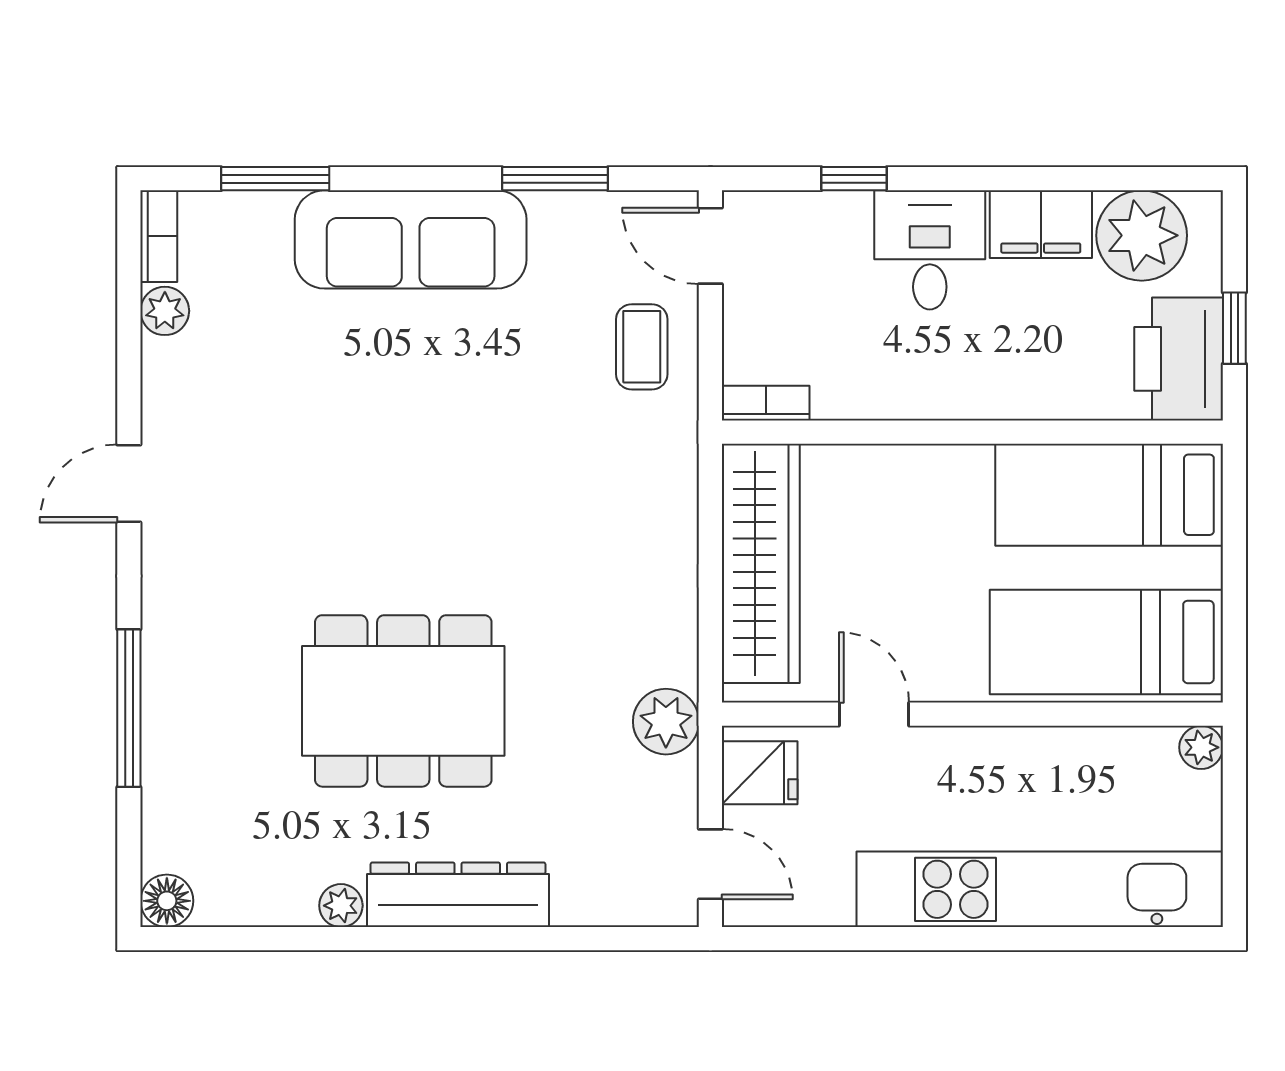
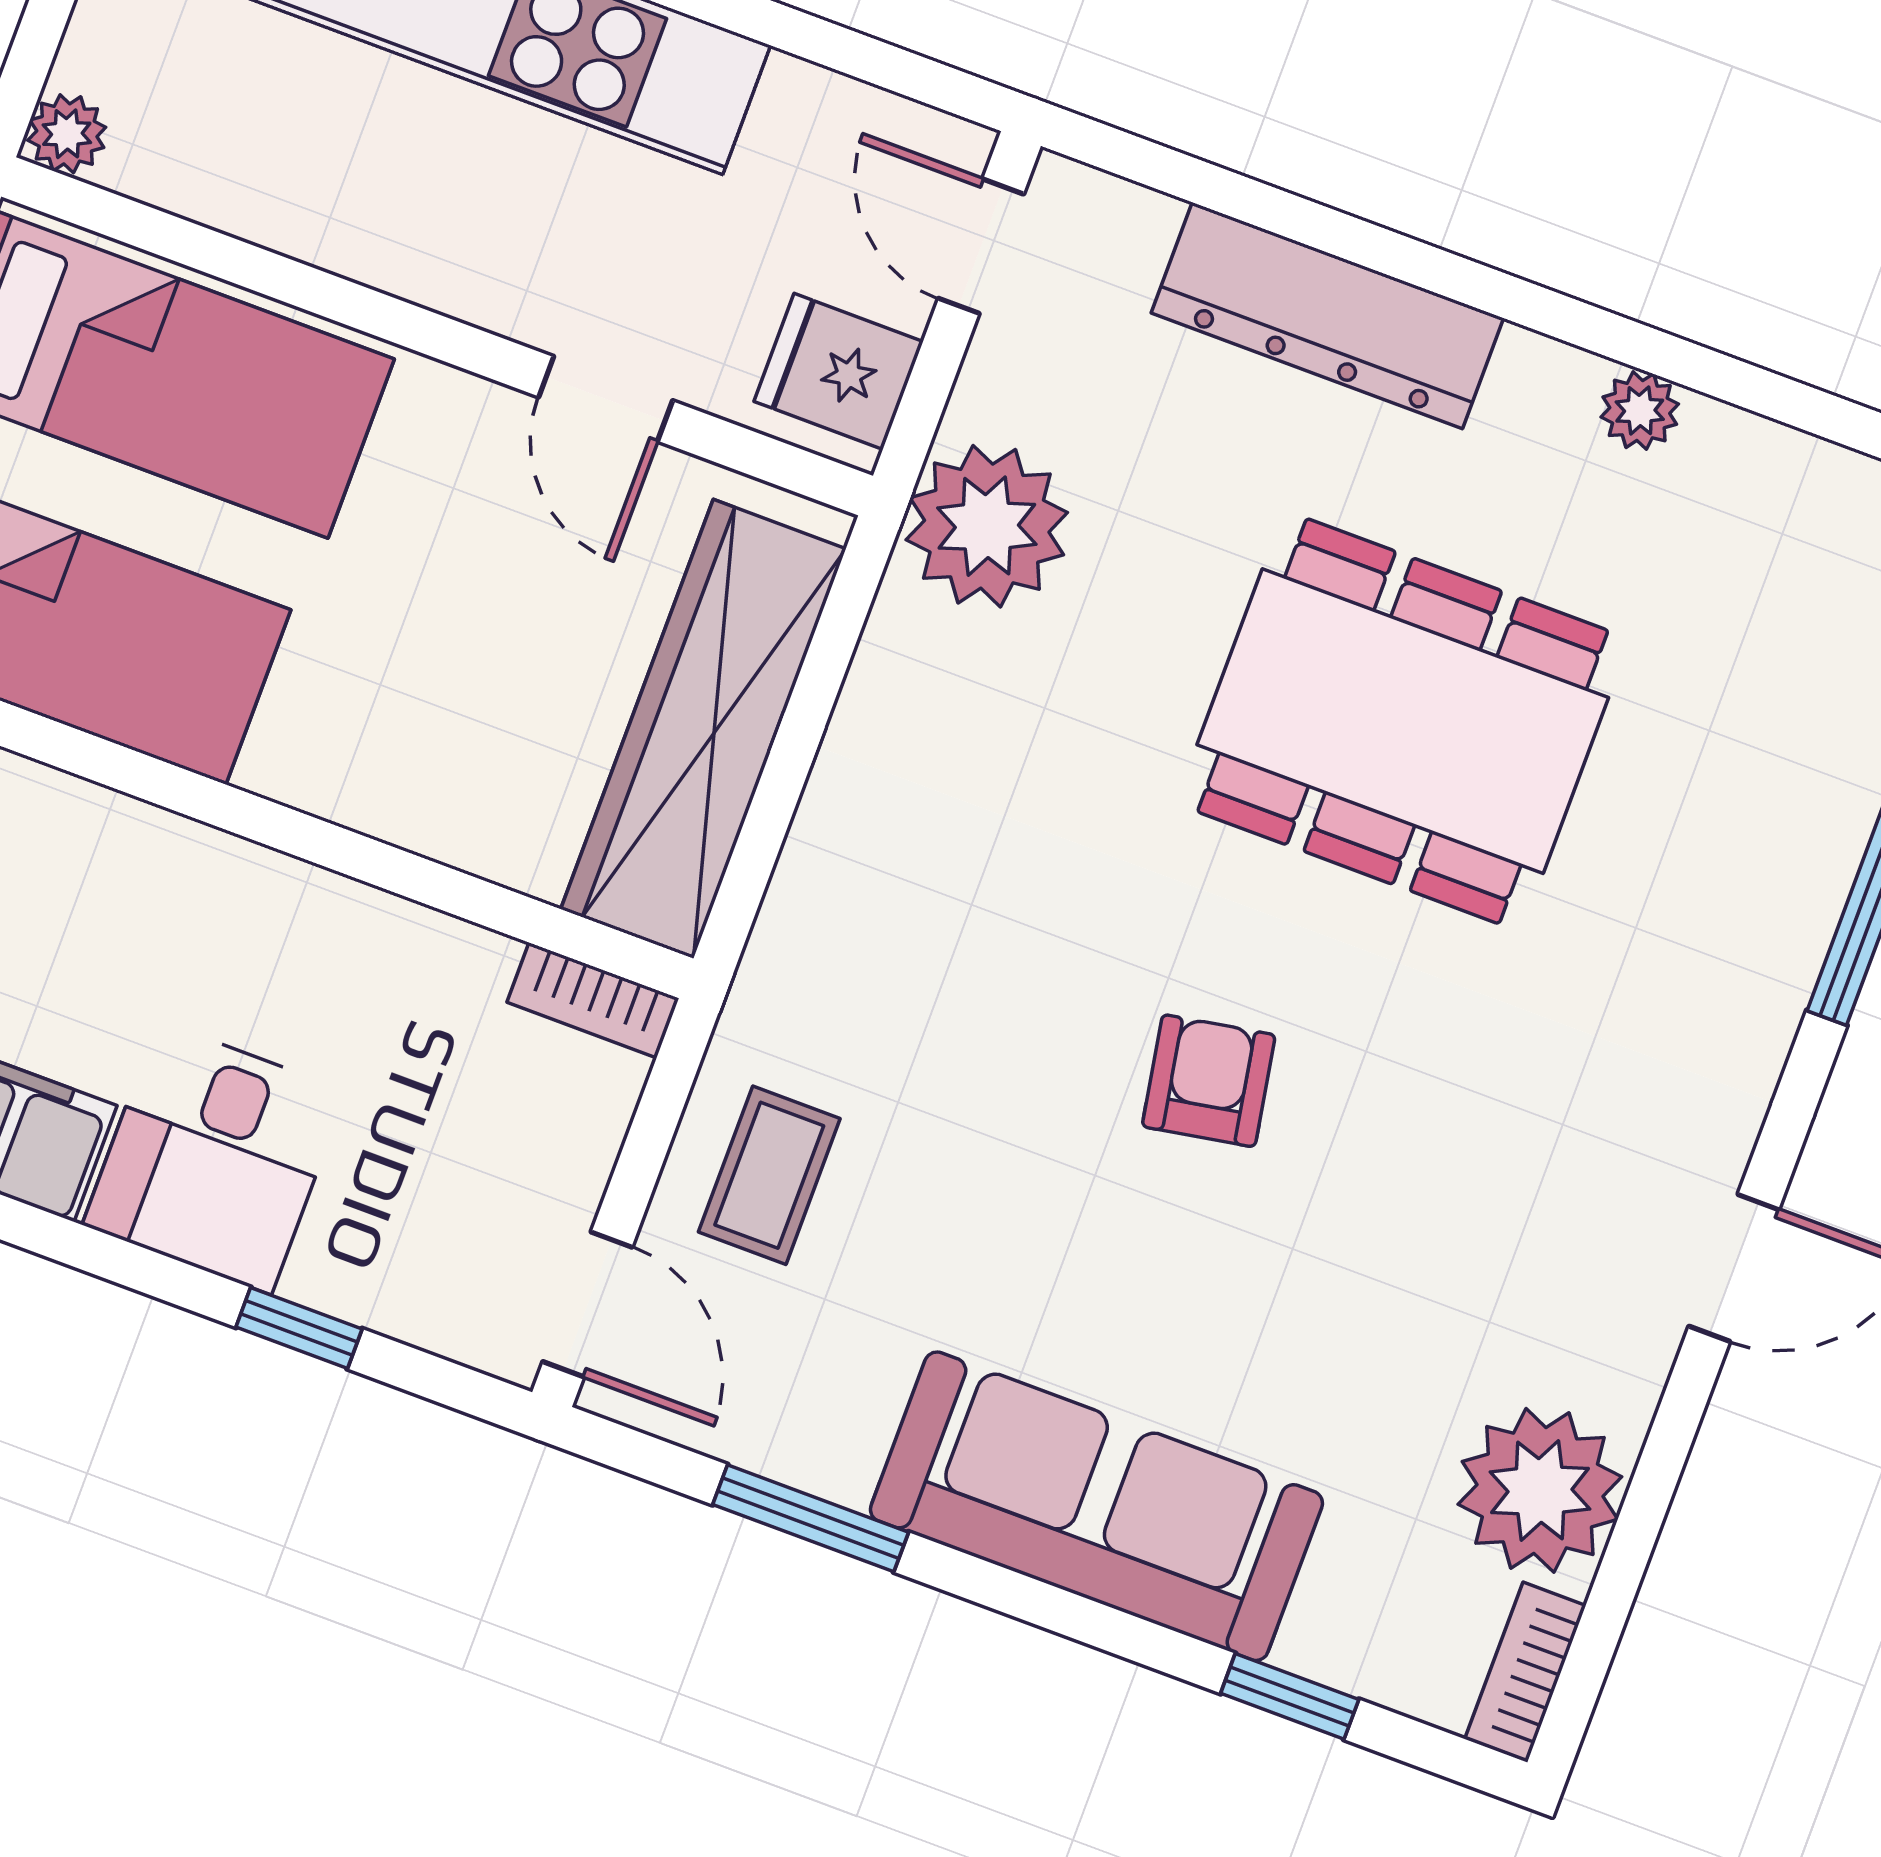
window: (275, 179) -> (1290, 1696), width x0.67
plant: (165, 311) -> (1540, 1490), width x1.88, depth x1.88
armchair: (434, 479) -> (1209, 1081), added
plant: (666, 722) -> (987, 526), width x1.36, depth x1.36
dresser: (458, 895) -> (1327, 315), moved

